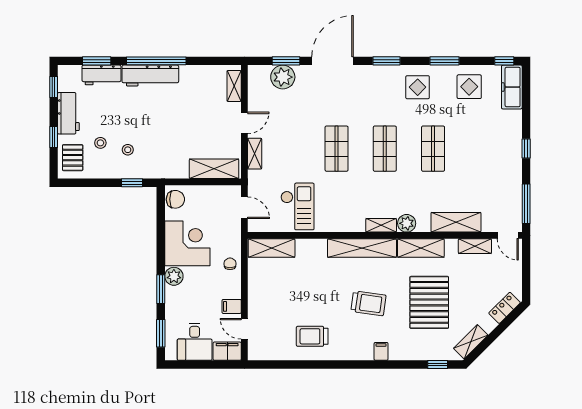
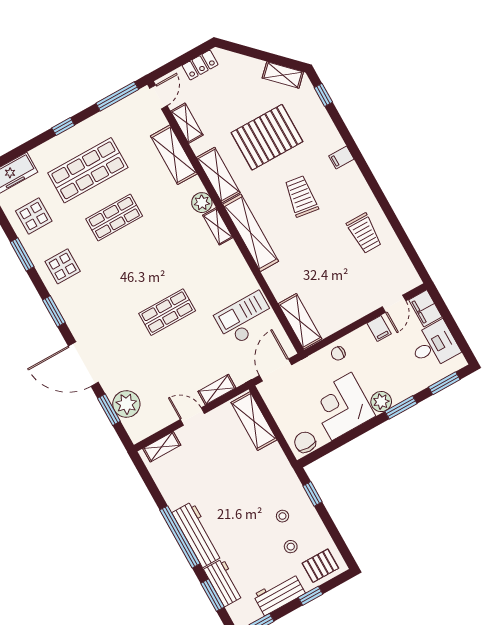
shop shelf: (385, 149) -> (88, 170), moved, width x1.43, depth x1.36
door: (244, 208) -> (275, 370), width x1.38
locker: (505, 308) -> (200, 65), moved, turned -45

